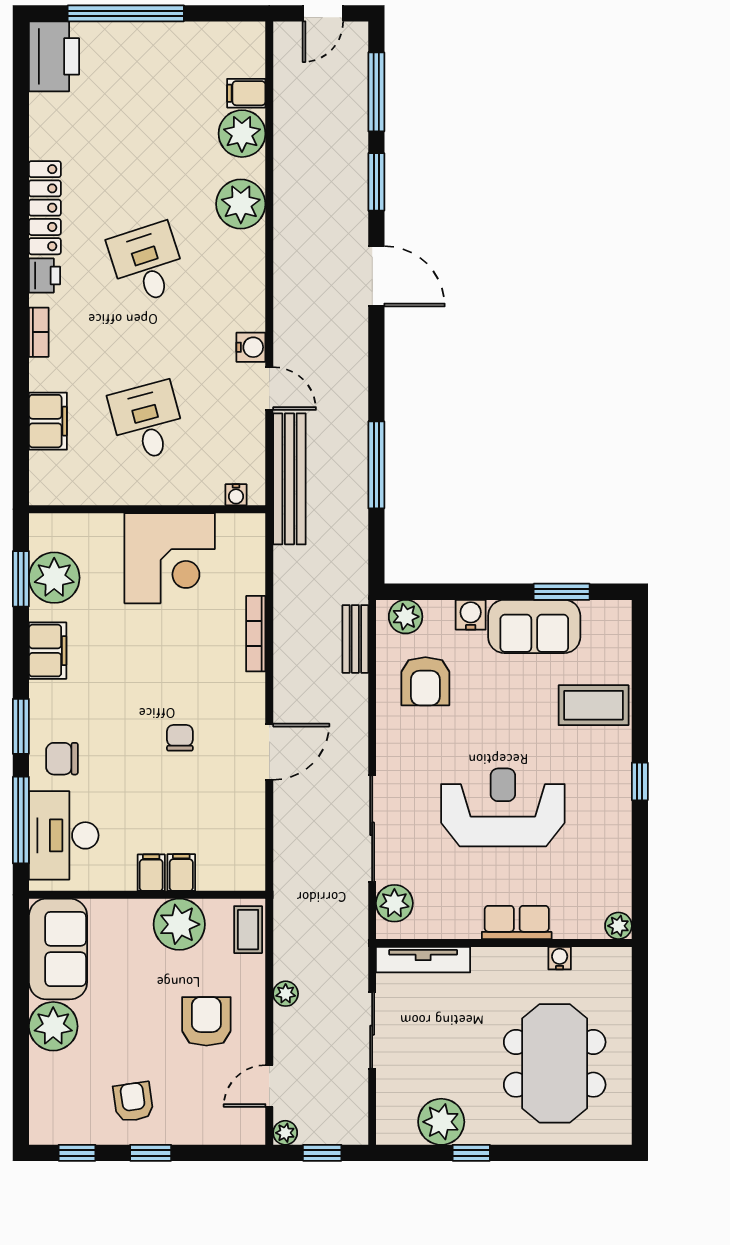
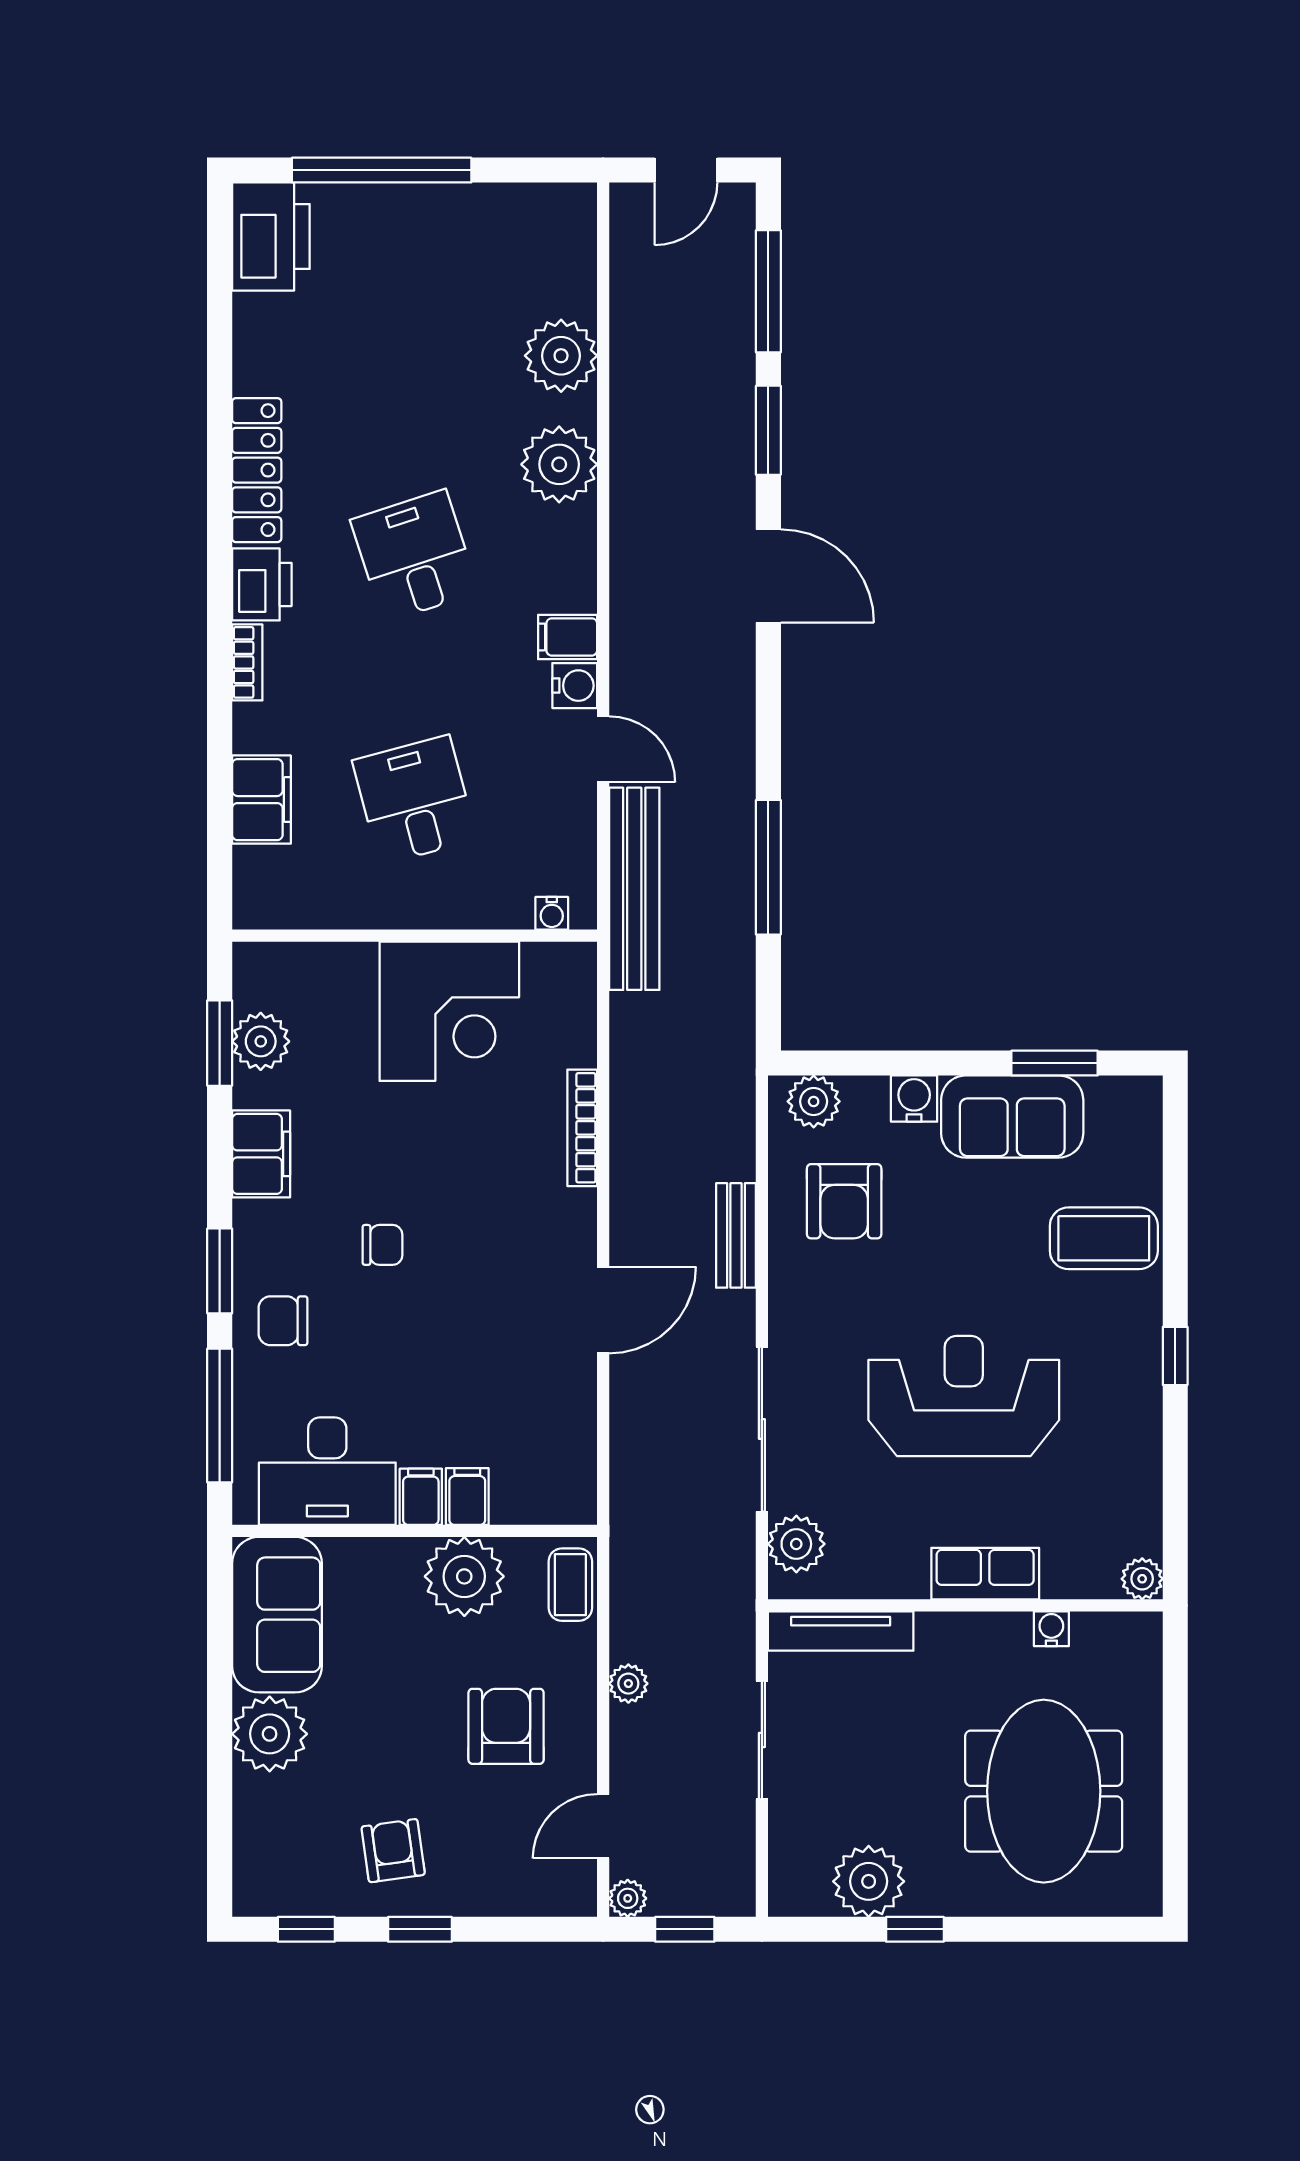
filing cabinet: (246, 93) -> (568, 637), moved
printer: (44, 275) -> (262, 584), width x1.36, depth x1.24
plant: (54, 578) -> (261, 1041), width x0.73, depth x0.73
bench: (355, 639) -> (736, 1235), moved
chair: (180, 738) -> (382, 1245), moved, turned 90
desk: (64, 835) -> (327, 1471), moved, turned -90

